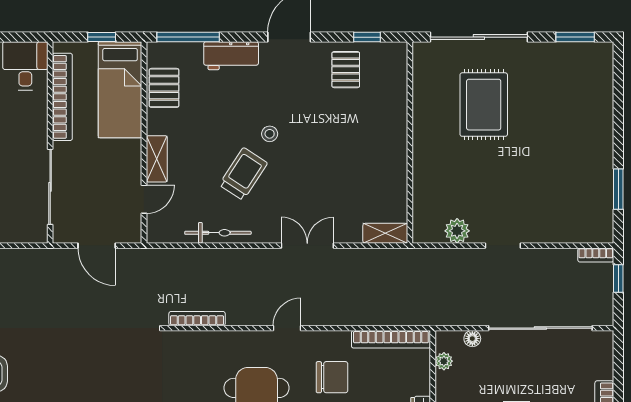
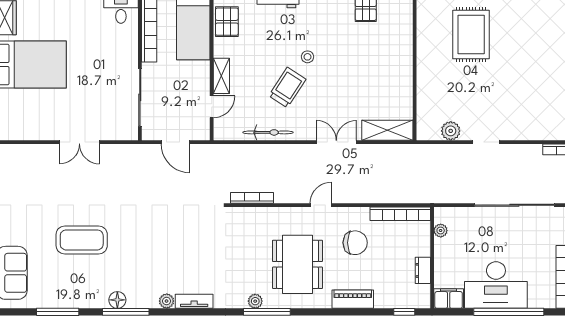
shelving: (385, 233) -> (387, 130), width x1.50, depth x1.33
floor lamp: (472, 339) -> (462, 213), removed

